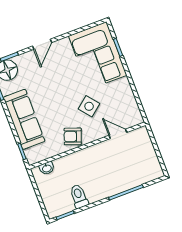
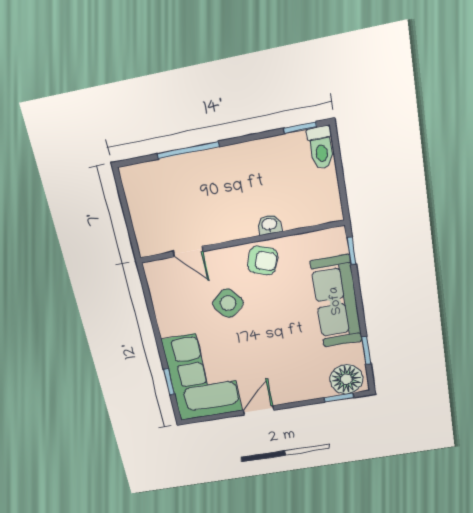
door: (42, 44) -> (259, 410), moved
washbasin: (47, 168) -> (269, 225), moved
toilet: (79, 196) -> (321, 148), moved

